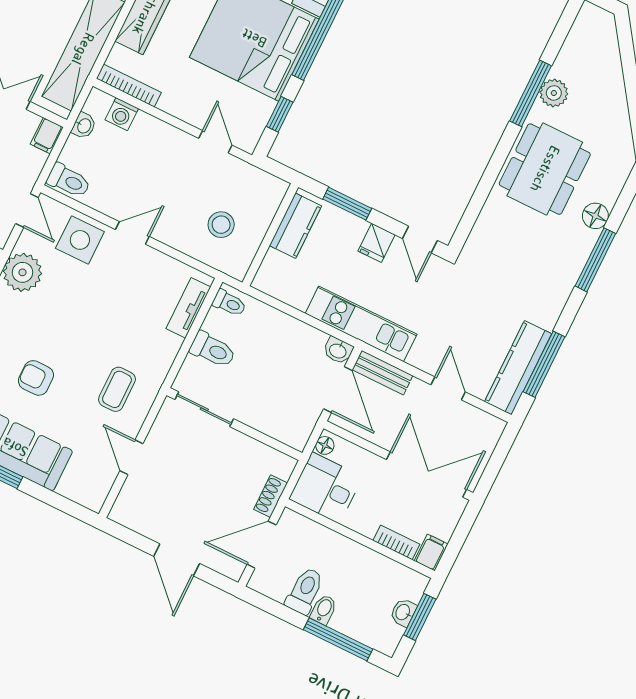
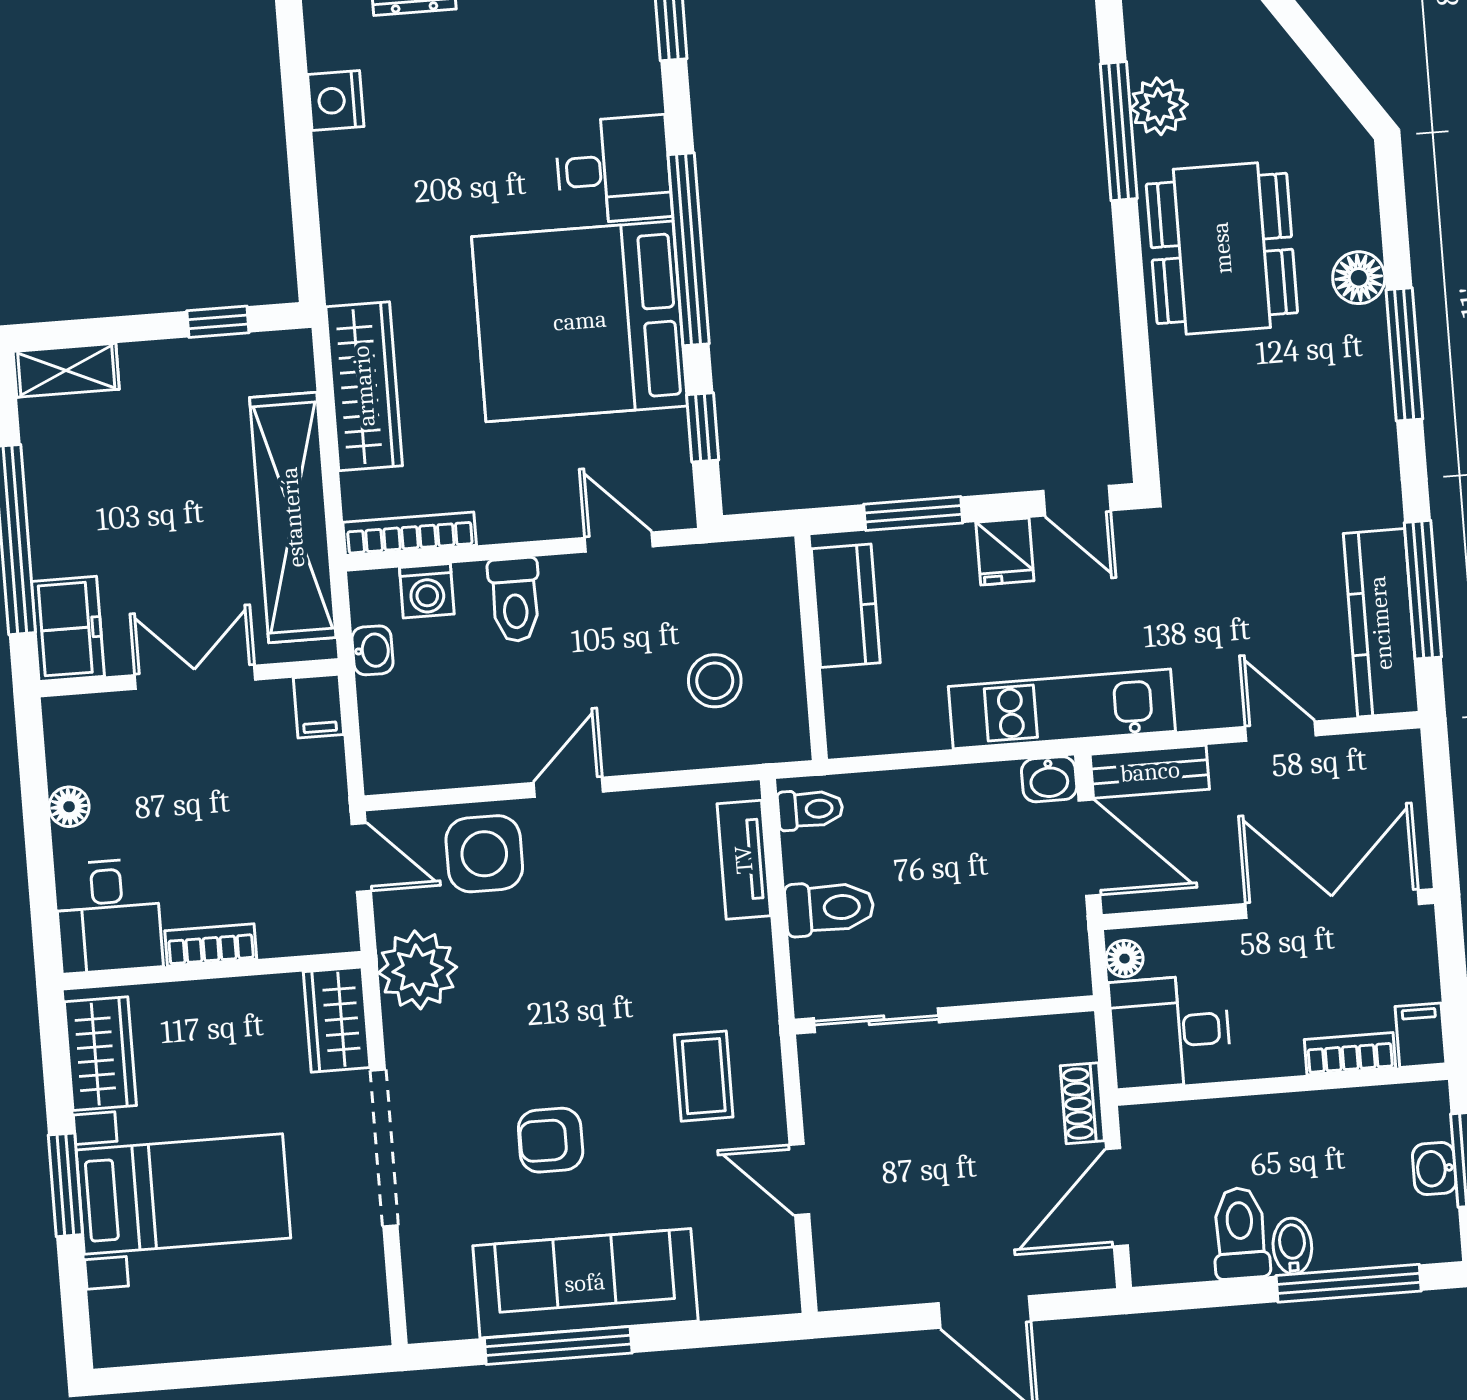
toilet: (69, 181) -> (515, 600), moved, turned 90

